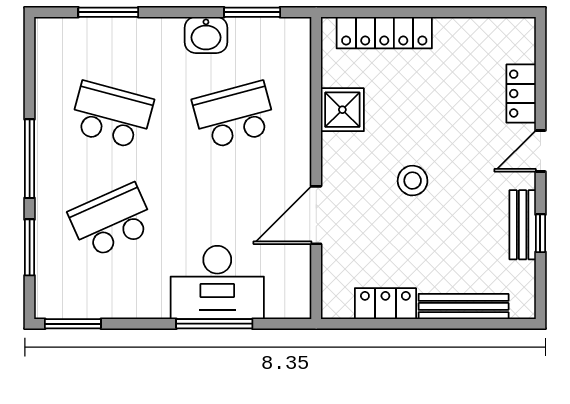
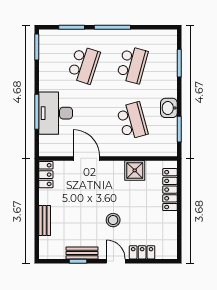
stool: (413, 181) -> (113, 220), moved
school desk: (112, 221) -> (84, 65), turned 42
locker: (385, 304) -> (46, 175), moved
bench: (464, 306) -> (45, 220), width x0.73

